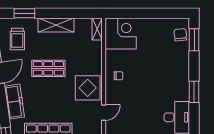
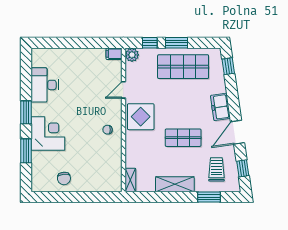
corner desk: (121, 34) -> (48, 134), moved, turned 180
chair: (180, 35) -> (64, 178), moved
window: (194, 40) -> (26, 151), moved
freezer: (14, 102) -> (220, 107), width x0.71

